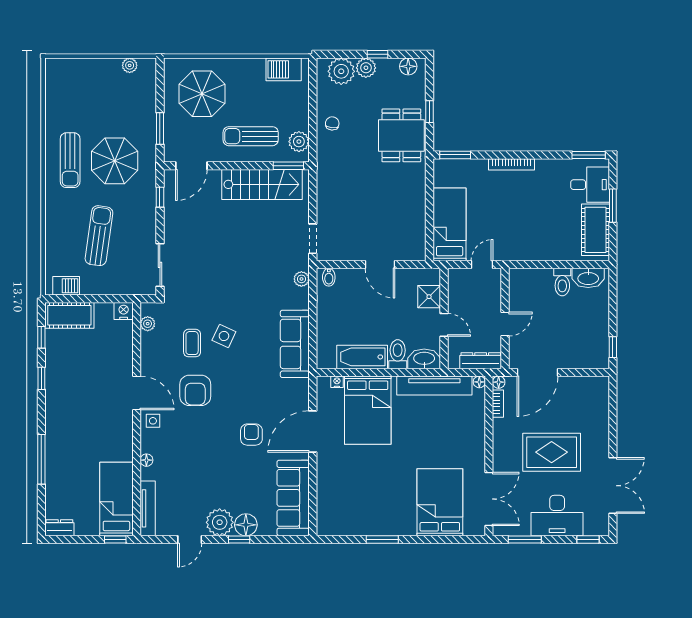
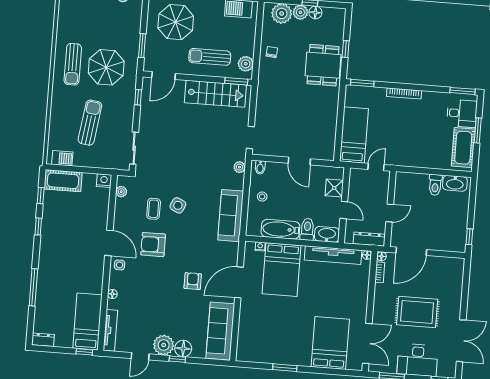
floor lamp: (408, 66) -> (315, 12), moved
stool: (335, 316) -> (262, 197), added
armchair: (195, 390) -> (153, 245), turned 90

